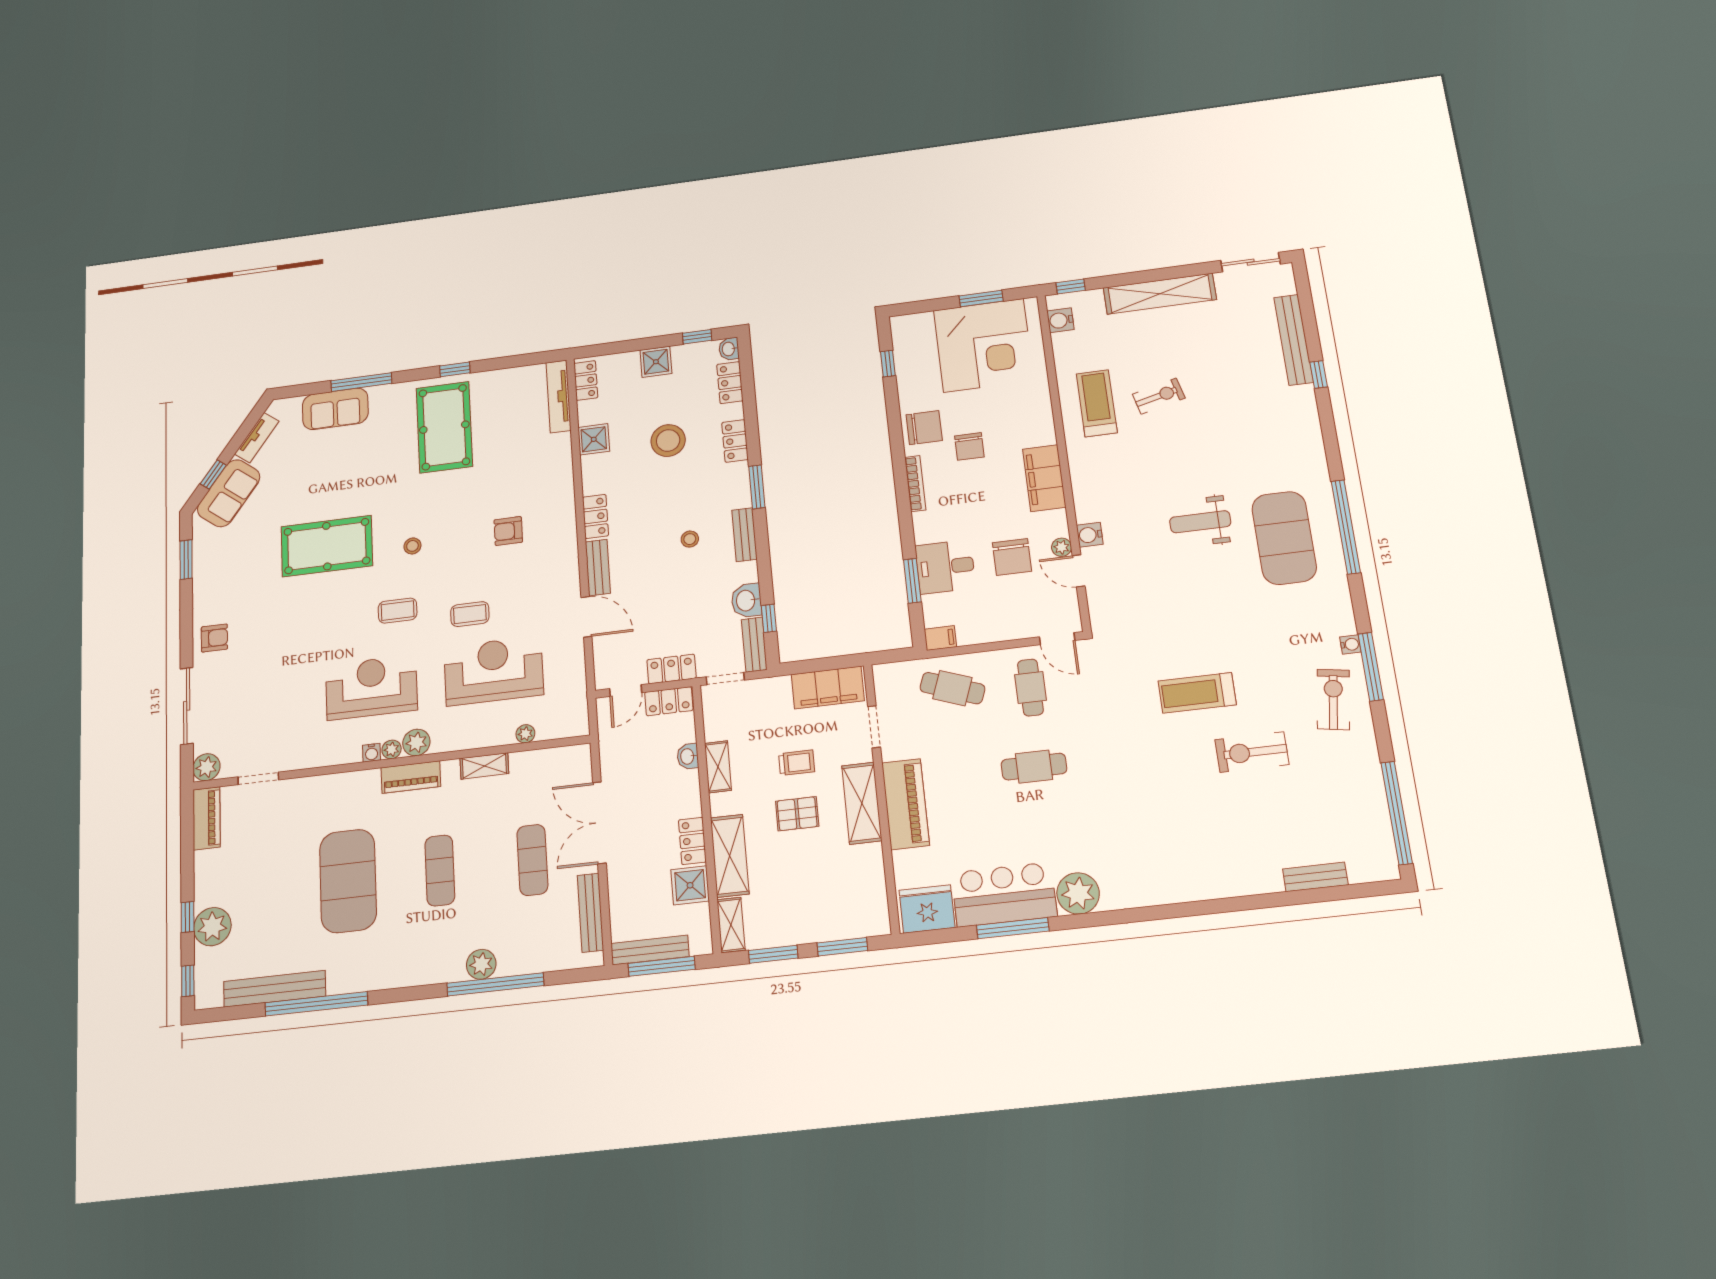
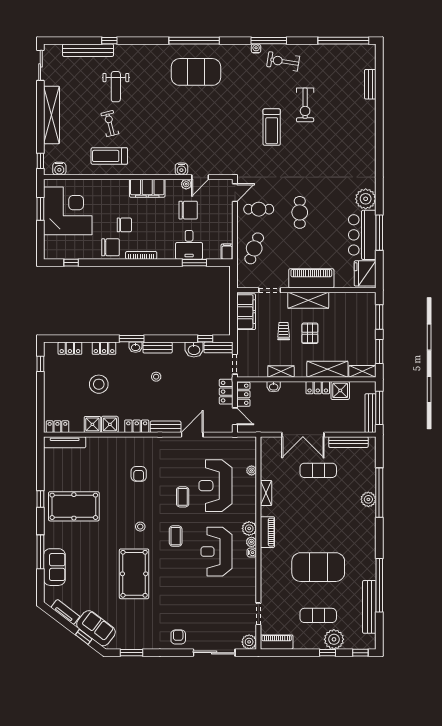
washbasin: (729, 349) -> (136, 347), moved
shower: (656, 362) -> (110, 424), moved
chair: (924, 428) -> (110, 247), turned 90
weight bench: (1200, 522) -> (116, 87), moved
exercise mat: (440, 870) -> (318, 615), moved

